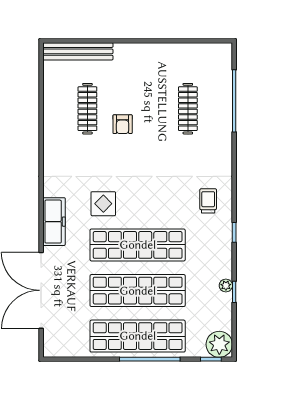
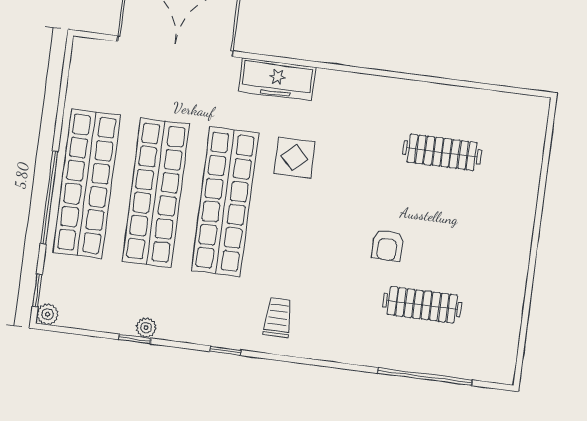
bench: (78, 51) -> (531, 149), removed
armchair: (123, 124) -> (387, 245), moved, turned -90
trolley: (208, 201) -> (278, 317), turned -90
plant: (219, 344) -> (48, 314), width x0.53, depth x0.53

